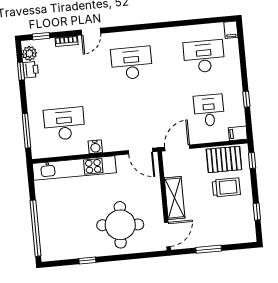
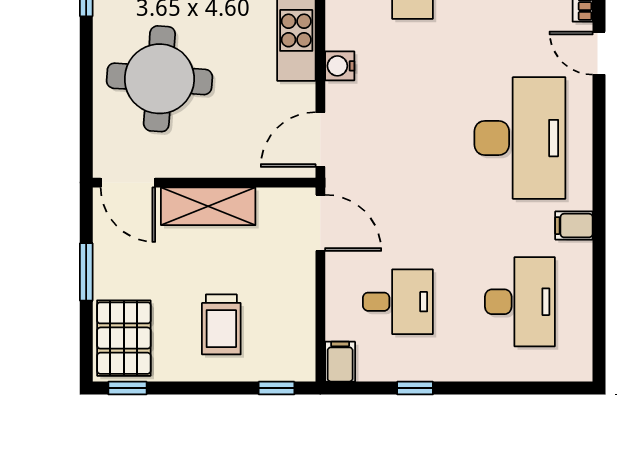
filing cabinet: (231, 30) -> (574, 226), moved
desk: (132, 63) -> (520, 138), width x1.36, depth x1.30
water cooler: (95, 147) -> (340, 66), moved
pallet: (224, 159) -> (124, 338), moved
window: (257, 212) -> (127, 388), moved

